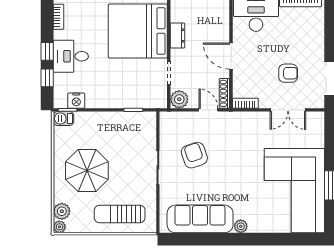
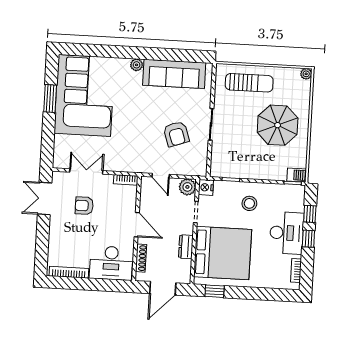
desk: (71, 56) -> (287, 233), width x1.37
stool: (112, 85) -> (249, 203), added
shoe rack: (224, 93) -> (141, 258), moved
nightstand: (76, 101) -> (206, 187), moved, turned -90
plant: (62, 211) -> (303, 88), removed

